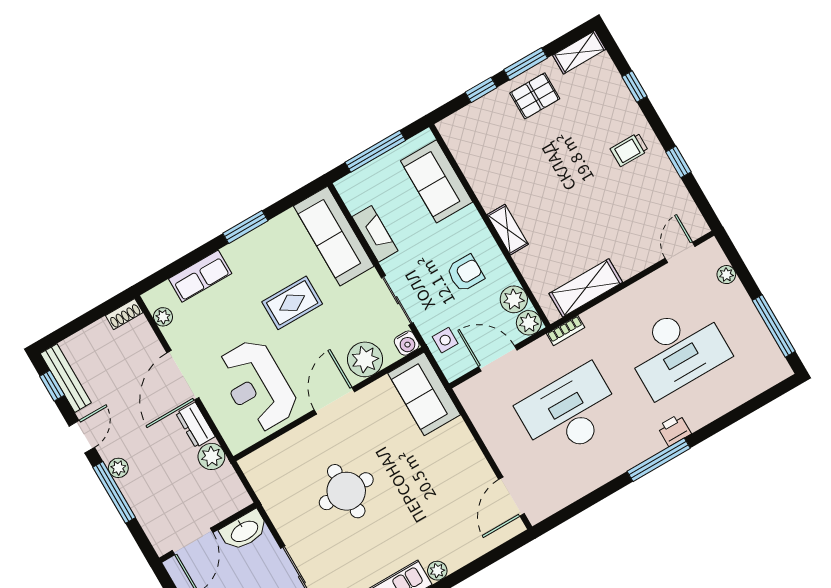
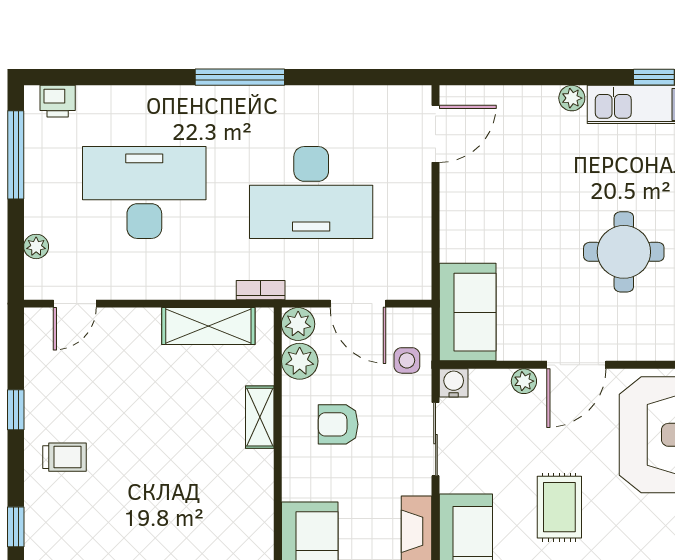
shelving: (508, 230) -> (260, 417), moved
rug: (292, 303) -> (559, 507), turned 90
plant: (365, 359) -> (524, 381), width x0.53, depth x0.53
printer: (674, 430) -> (58, 101), moved

